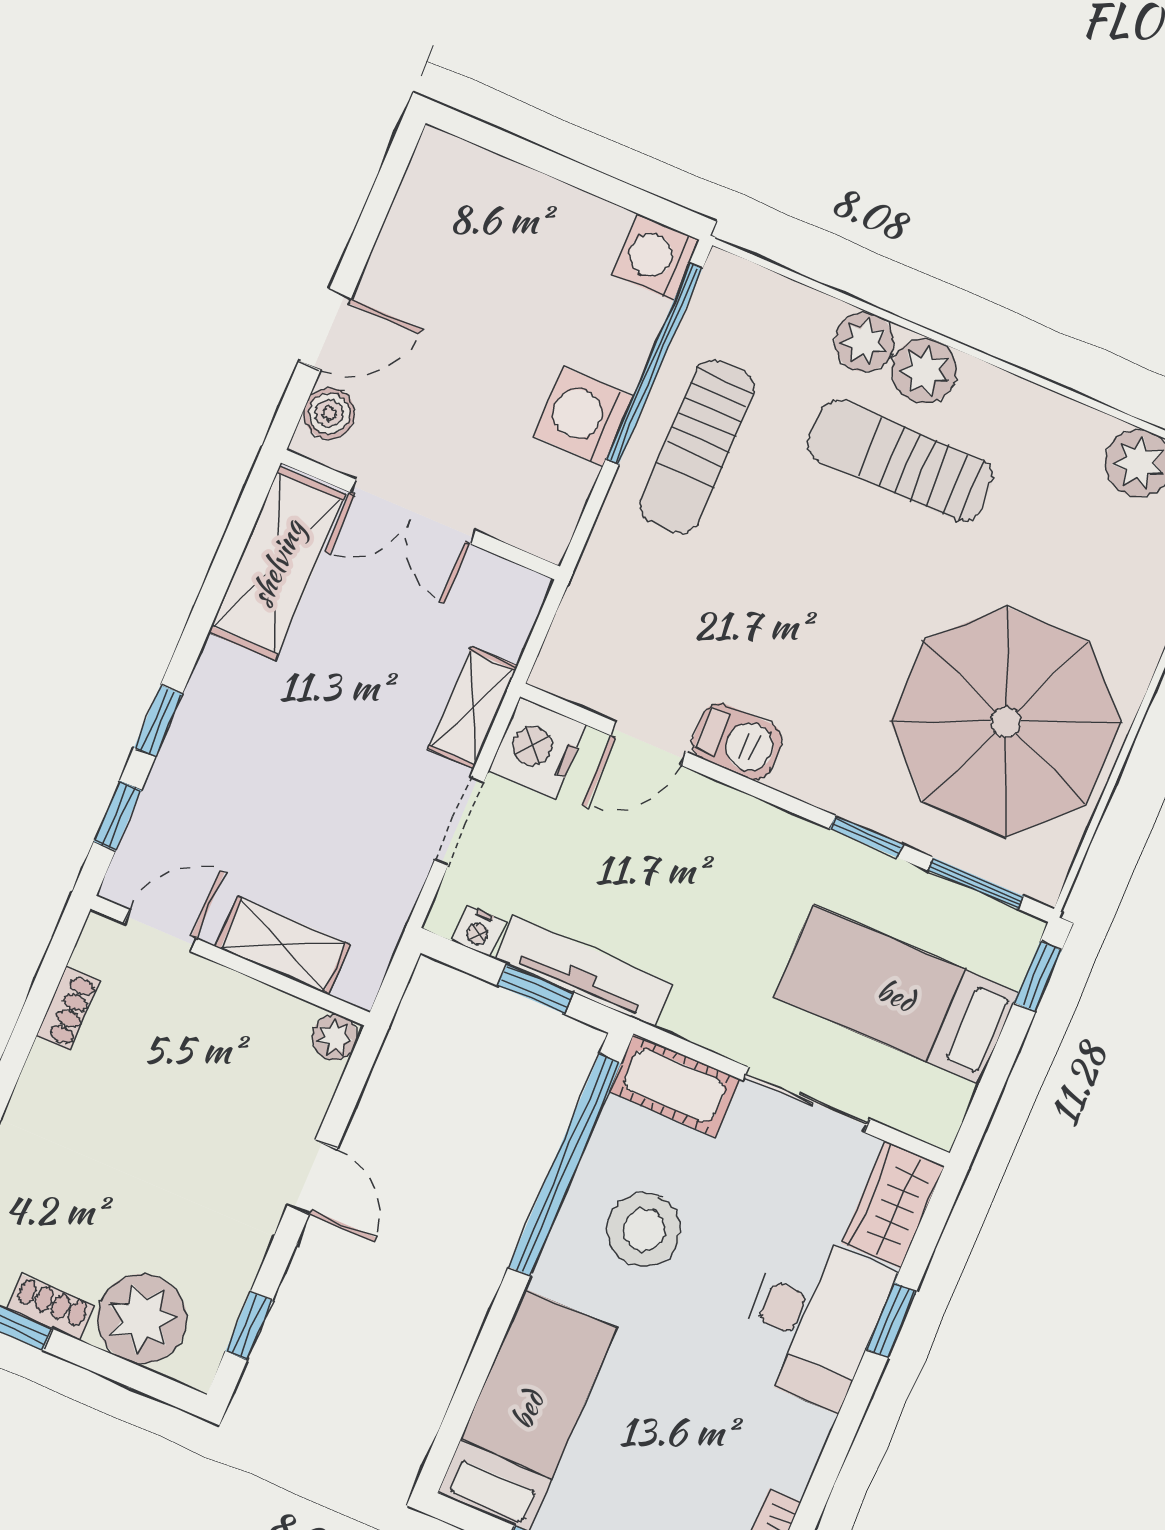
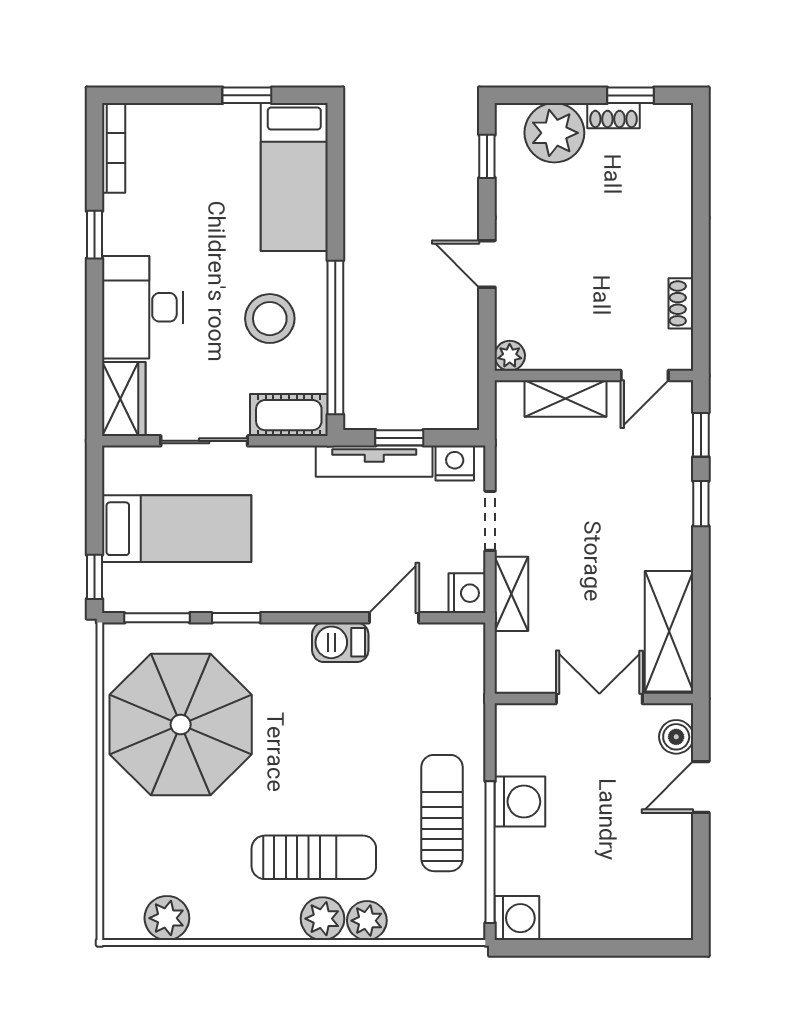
nightstand: (538, 748) -> (467, 593), width x0.74, depth x0.75
nightstand: (479, 931) -> (455, 463), width x1.39, depth x1.35
window: (891, 1320) -> (94, 235), moved

